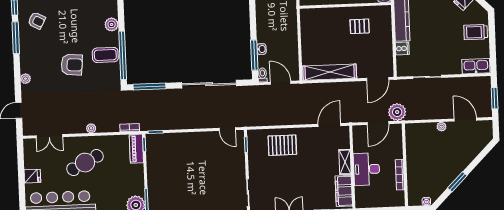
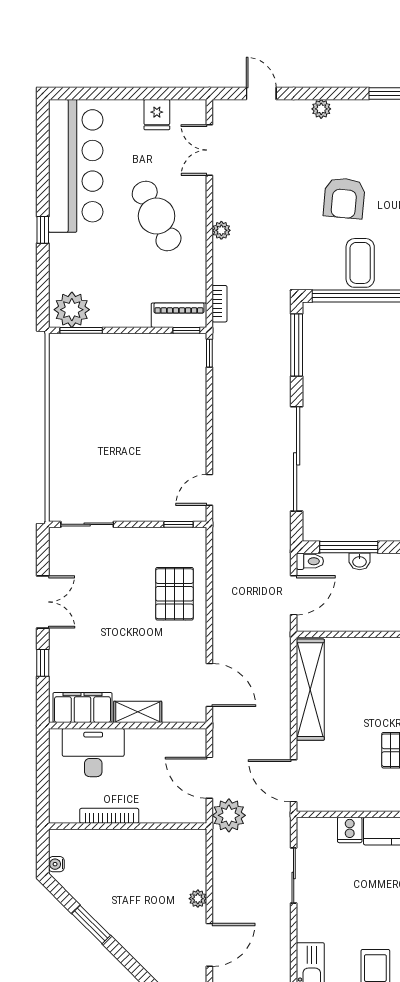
desk: (367, 169) -> (93, 753), moved
fridge: (32, 176) -> (157, 115), moved

